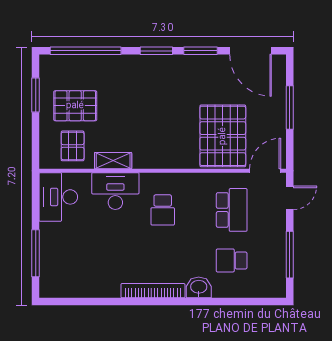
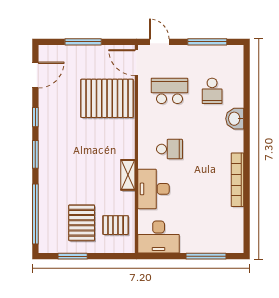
window: (201, 51) -> (35, 117), width x0.67
door: (251, 51) -> (35, 75), width x0.73
shelving: (113, 161) -> (128, 175), moved
bookcase: (153, 291) -> (237, 180), moved

